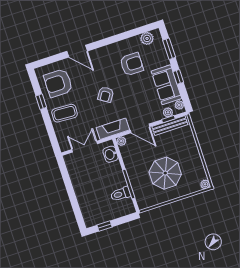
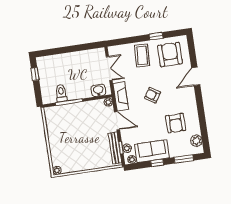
door: (140, 128) -> (117, 121), swing flipped
parasol: (165, 173) -> (73, 136), removed

